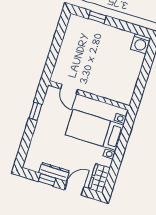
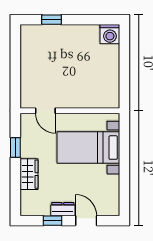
dresser: (54, 172) -> (63, 209), width x0.70
wardrobe: (99, 178) -> (29, 174), moved, turned 180
door: (74, 188) -> (86, 221), hinge flipped

